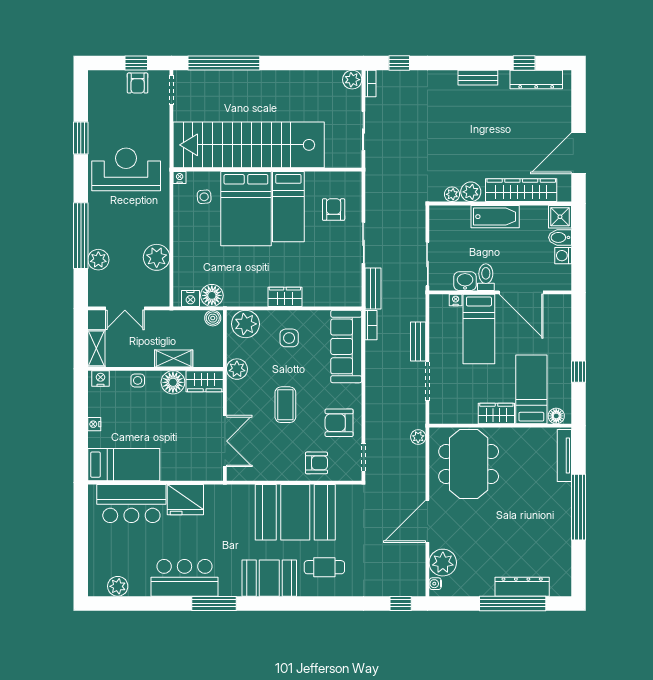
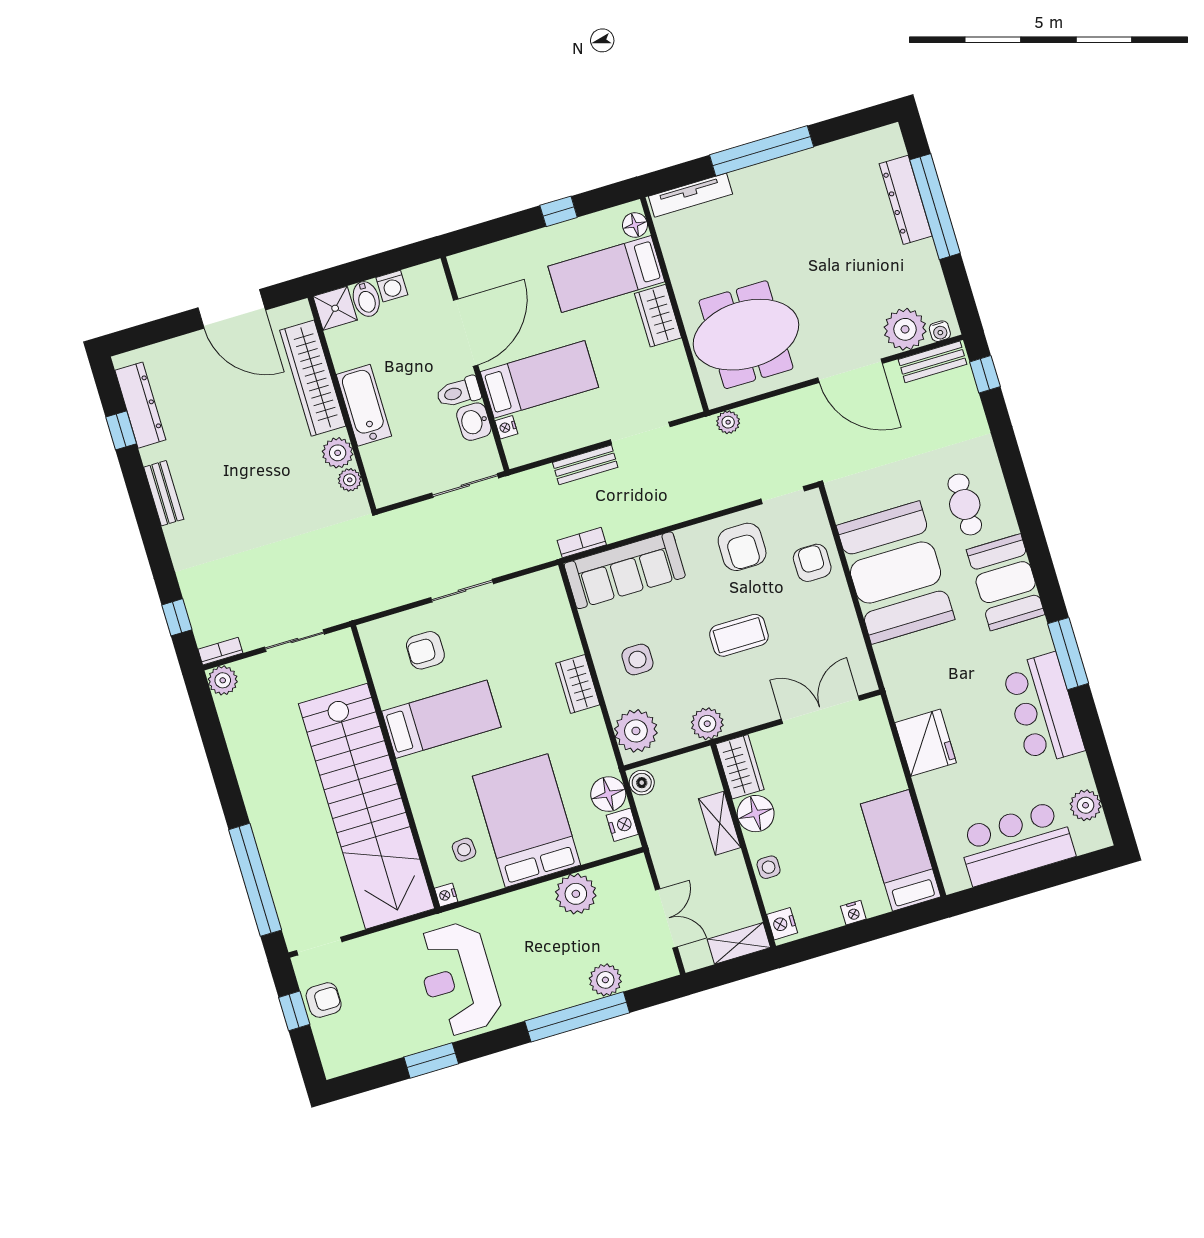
bed: (246, 209) -> (527, 821), moved, turned -90
bench: (373, 288) -> (933, 362), moved
bar counter: (131, 504) -> (1016, 843), moved, turned -90

